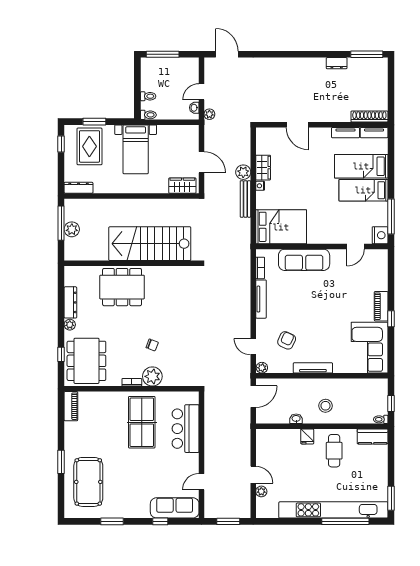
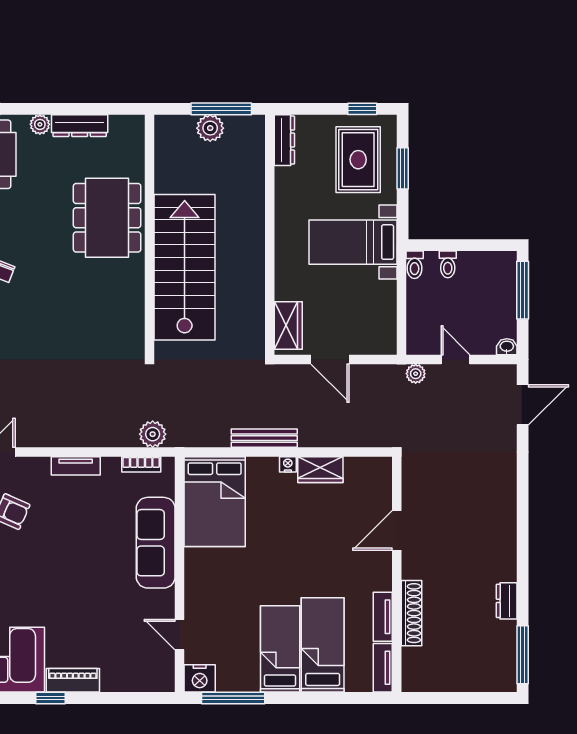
washbasin: (194, 108) -> (507, 347), moved
shoe rack: (369, 117) -> (412, 613), moved
rug: (89, 146) -> (358, 160), turned 90
door: (201, 162) -> (330, 359), hinge flipped
plant: (243, 172) -> (153, 434), moved
tv unit: (261, 299) -> (76, 466), width x0.71

